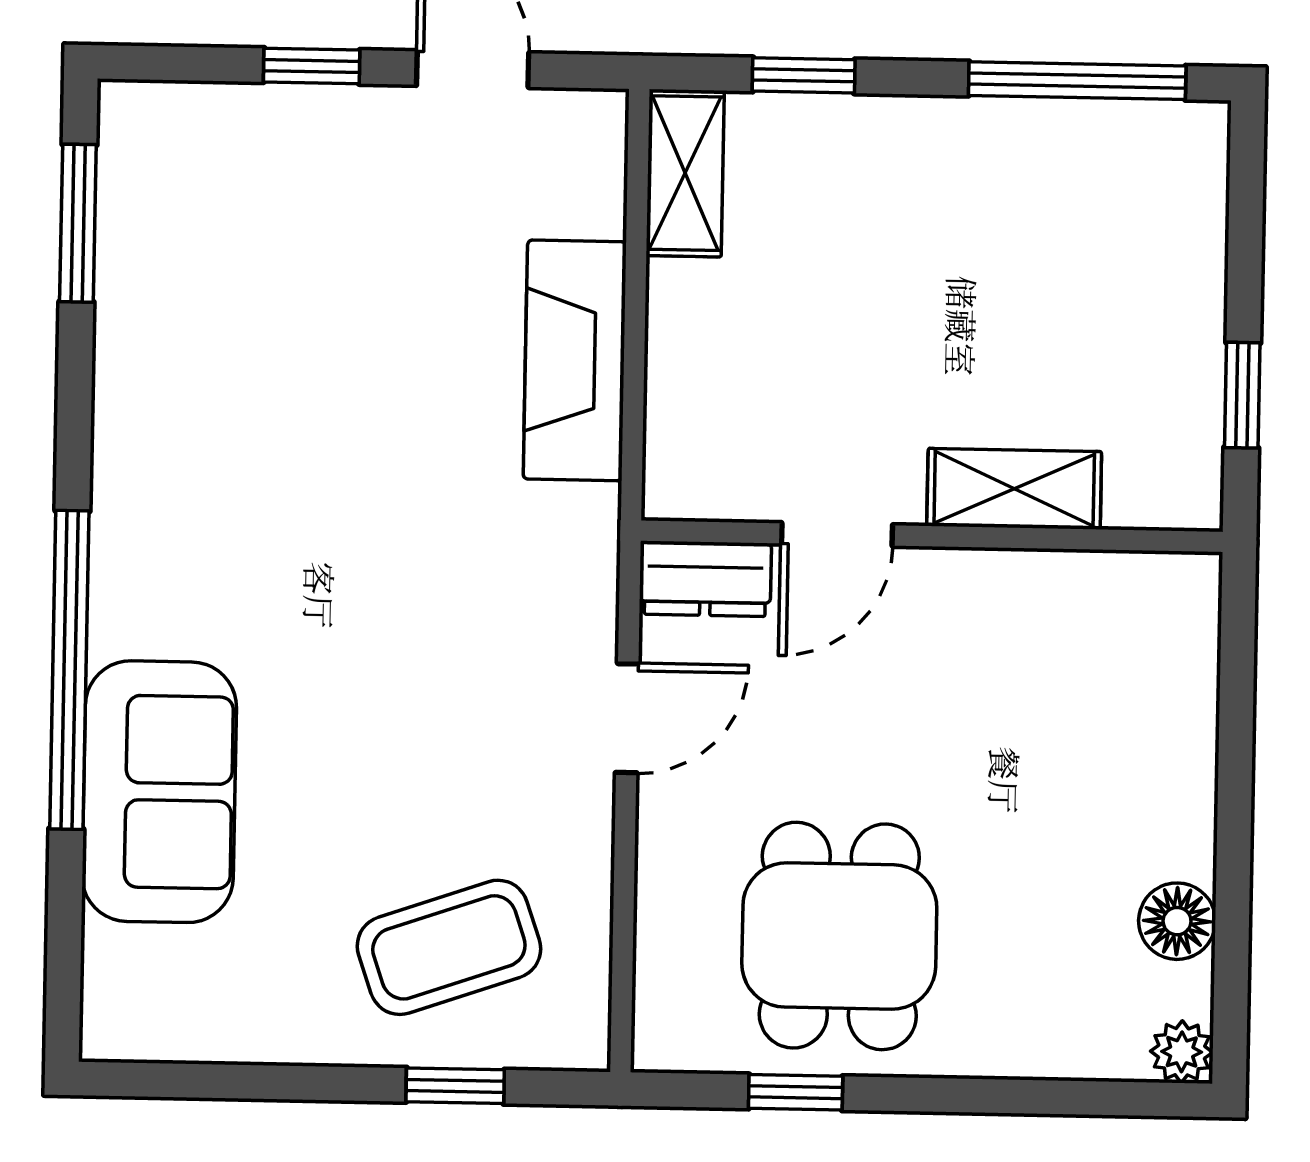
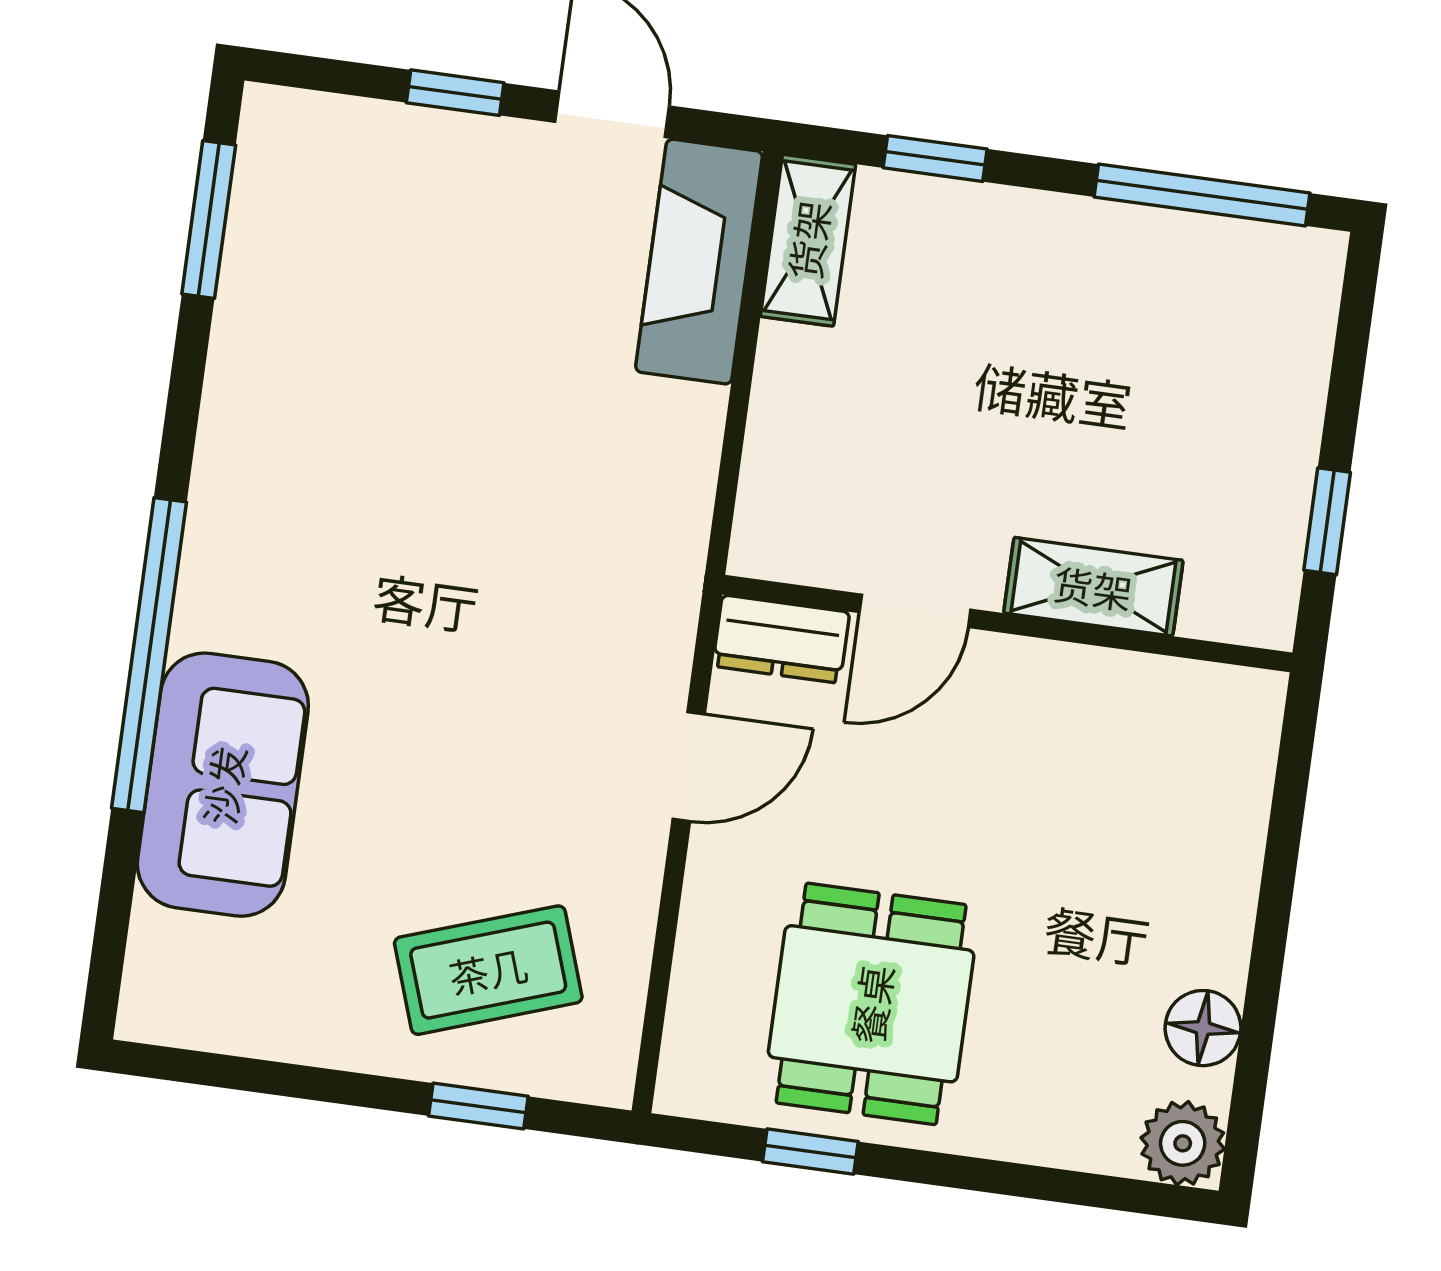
fireplace: (575, 360) -> (699, 262), moved
plant: (1182, 1052) -> (1183, 1143), width x1.38, depth x1.38

